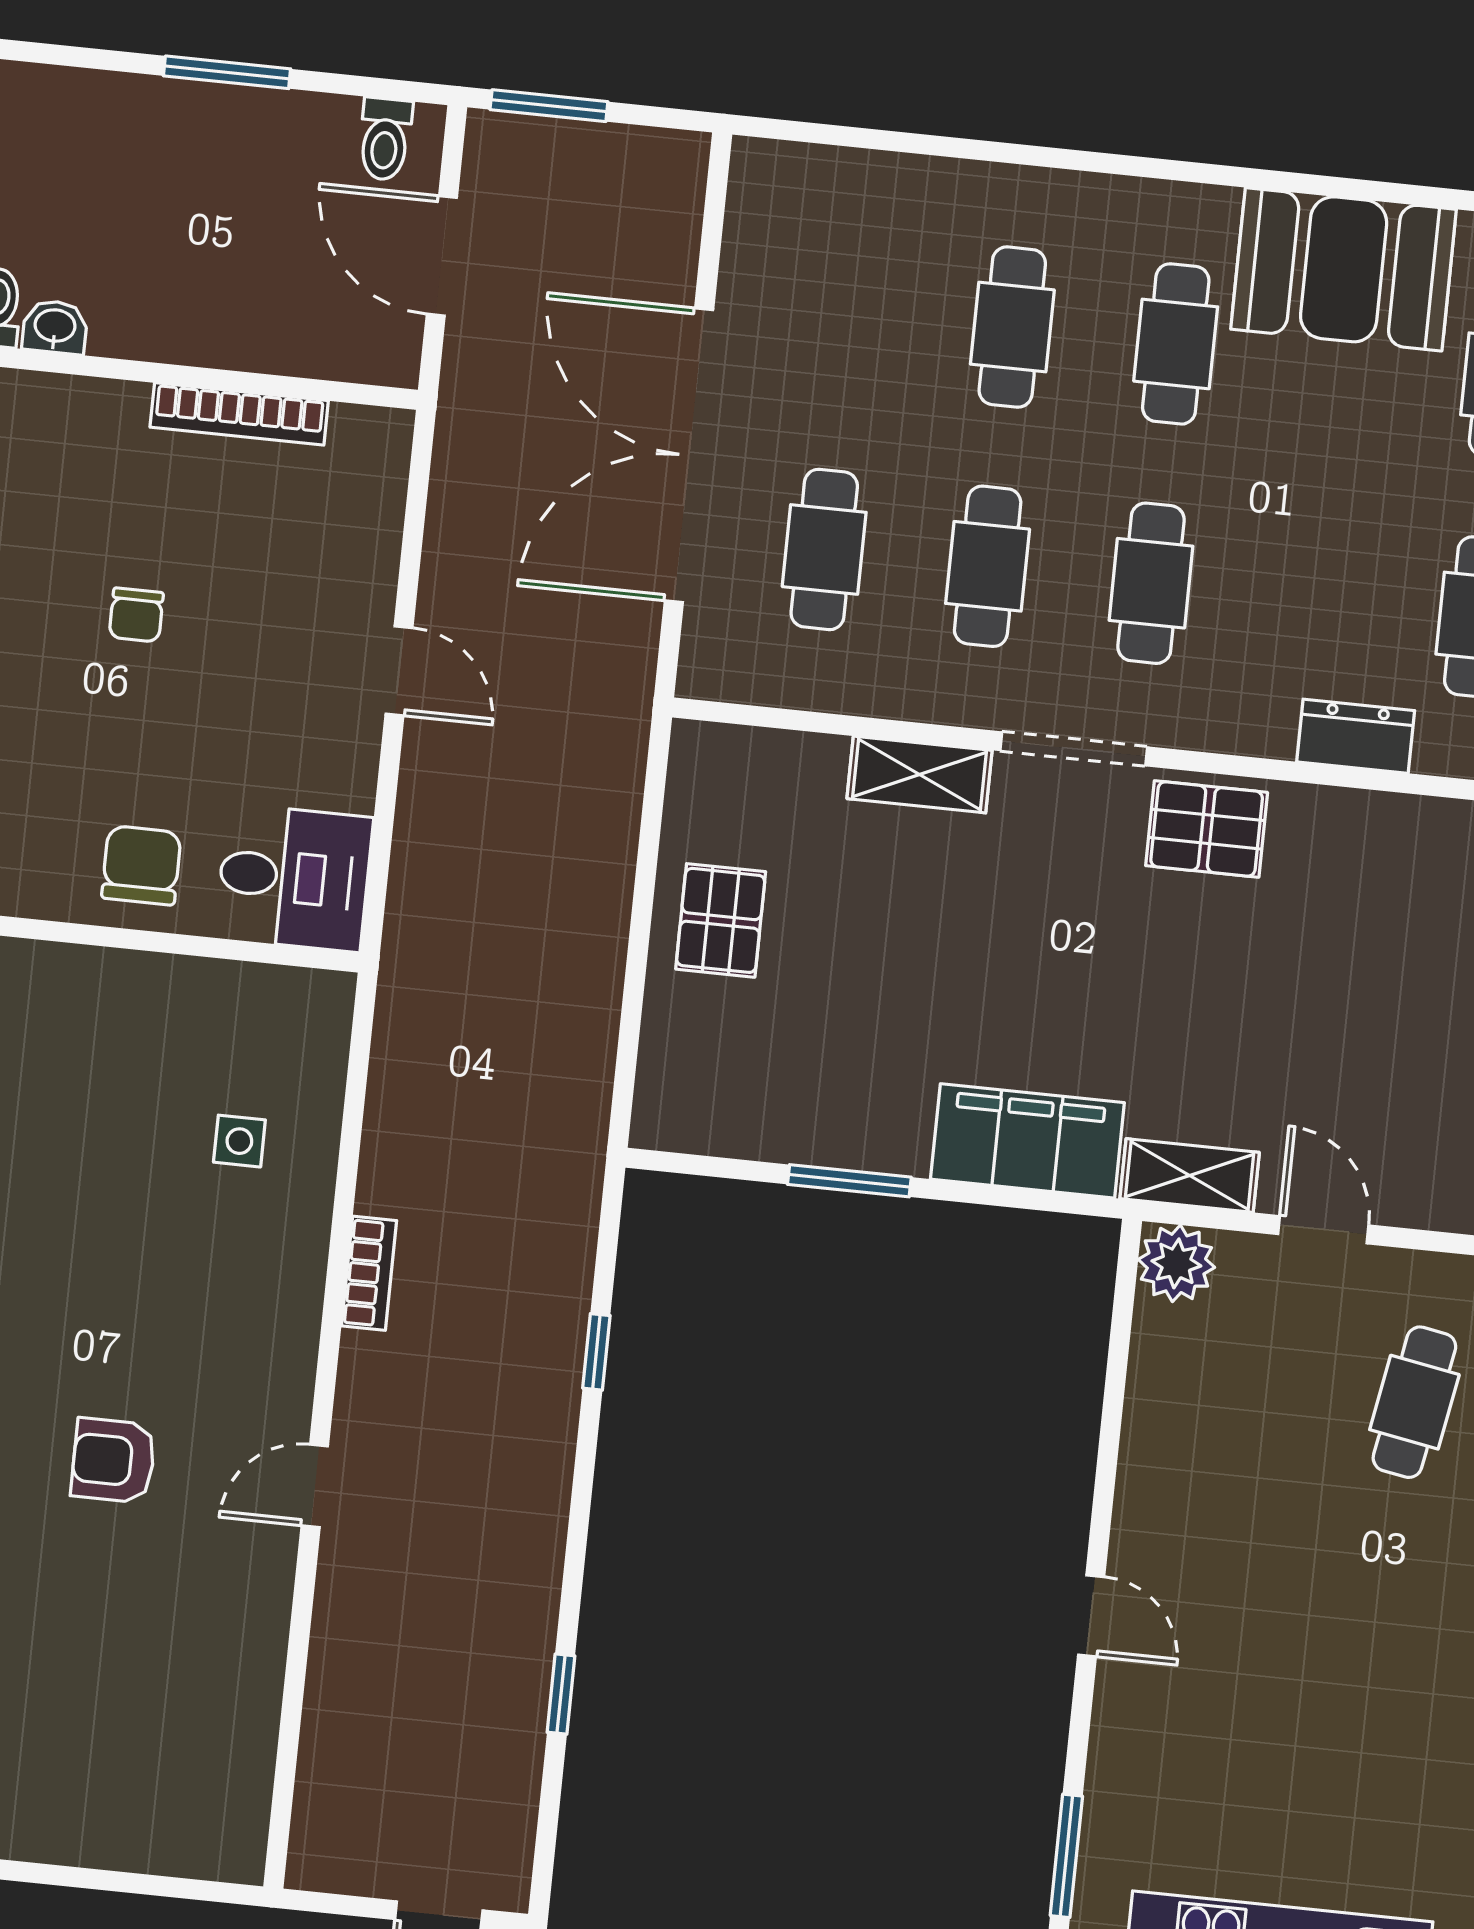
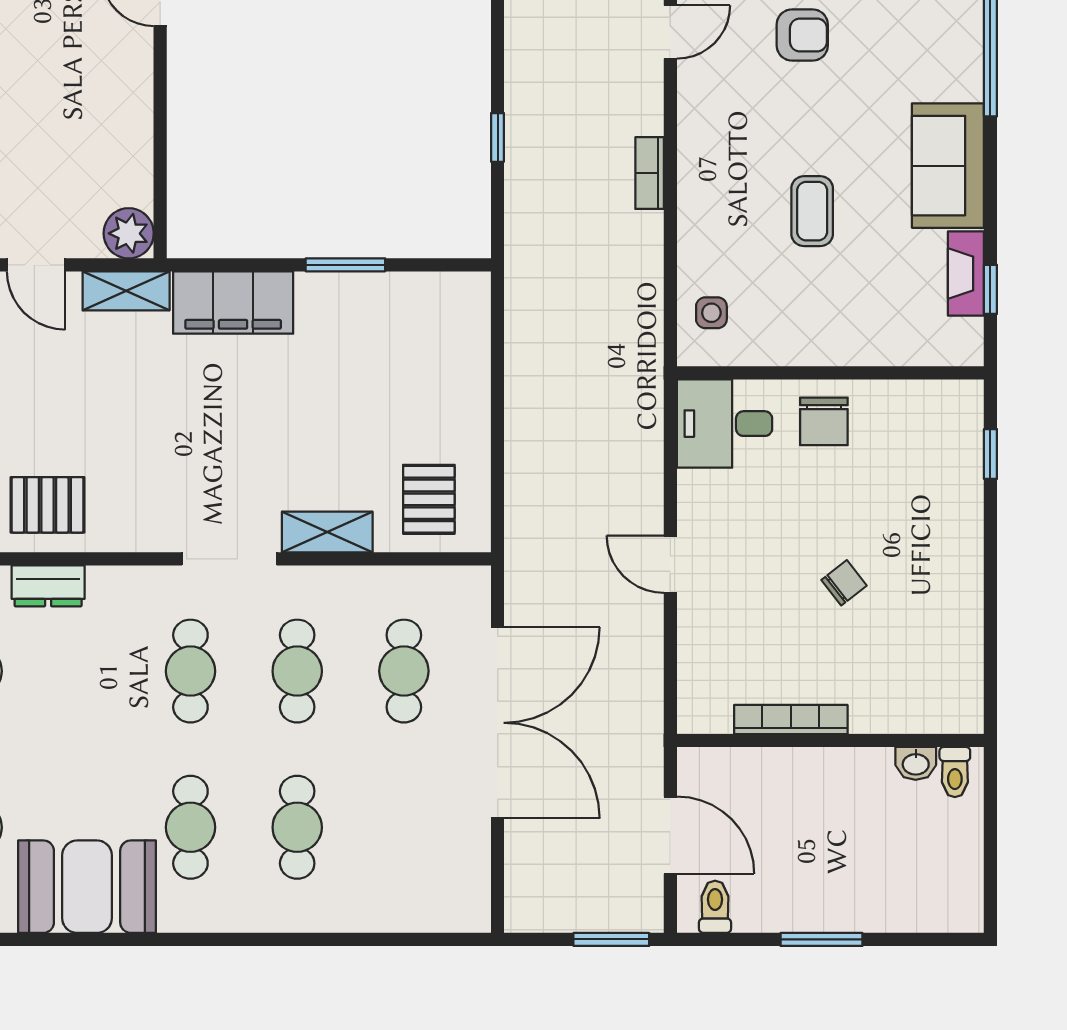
chair: (136, 615) -> (844, 583), turned 52
pallet: (1207, 829) -> (48, 505), moved
pallet: (721, 920) -> (429, 499), moved
side table: (239, 1141) -> (711, 313), moved
coffee table: (126, 1189) -> (812, 211), added

